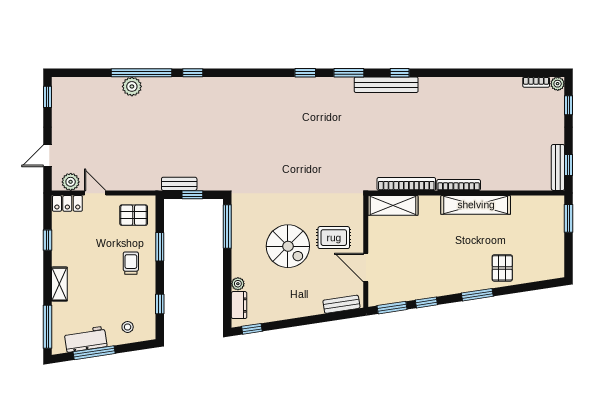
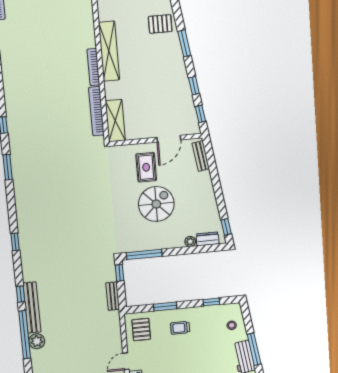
window: (305, 73) -> (15, 242), moved
bench: (386, 85) -> (32, 308), moved
window: (192, 195) -> (120, 273), moved
window: (392, 308) -> (200, 114), width x0.67

